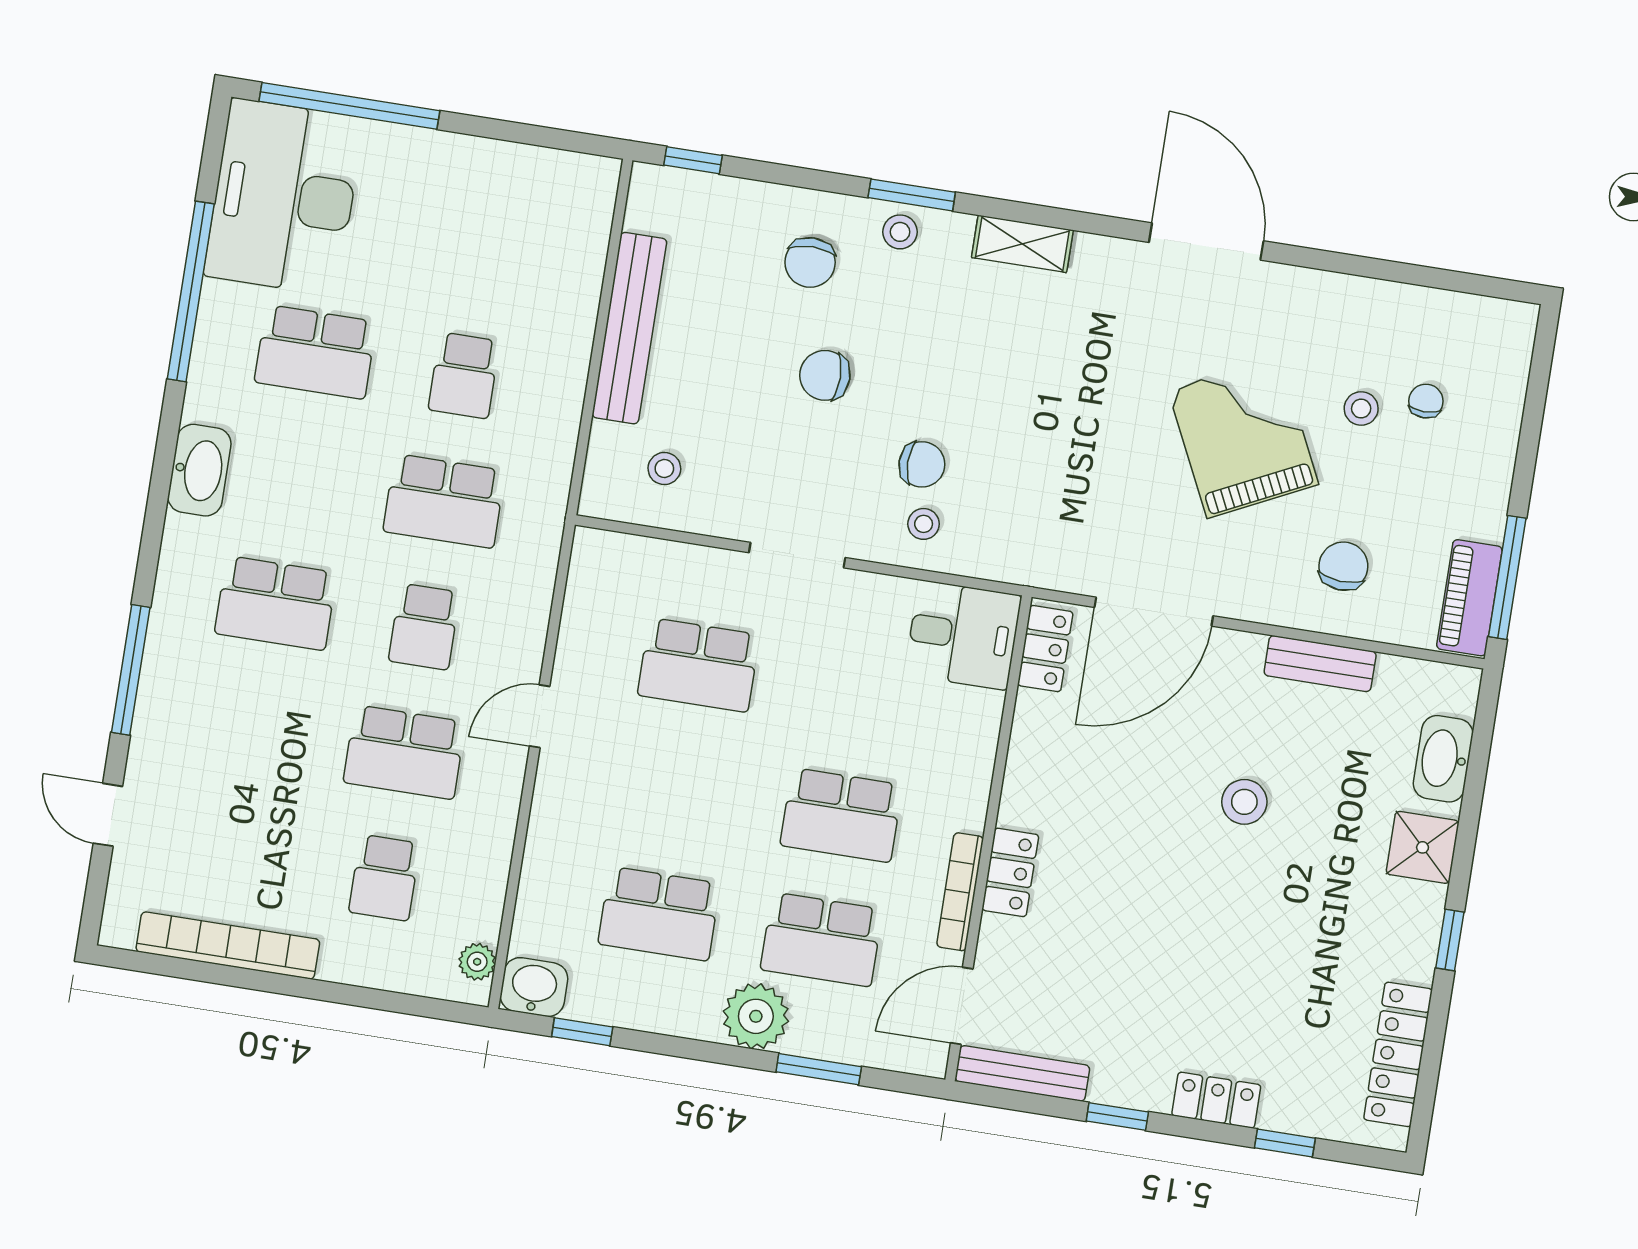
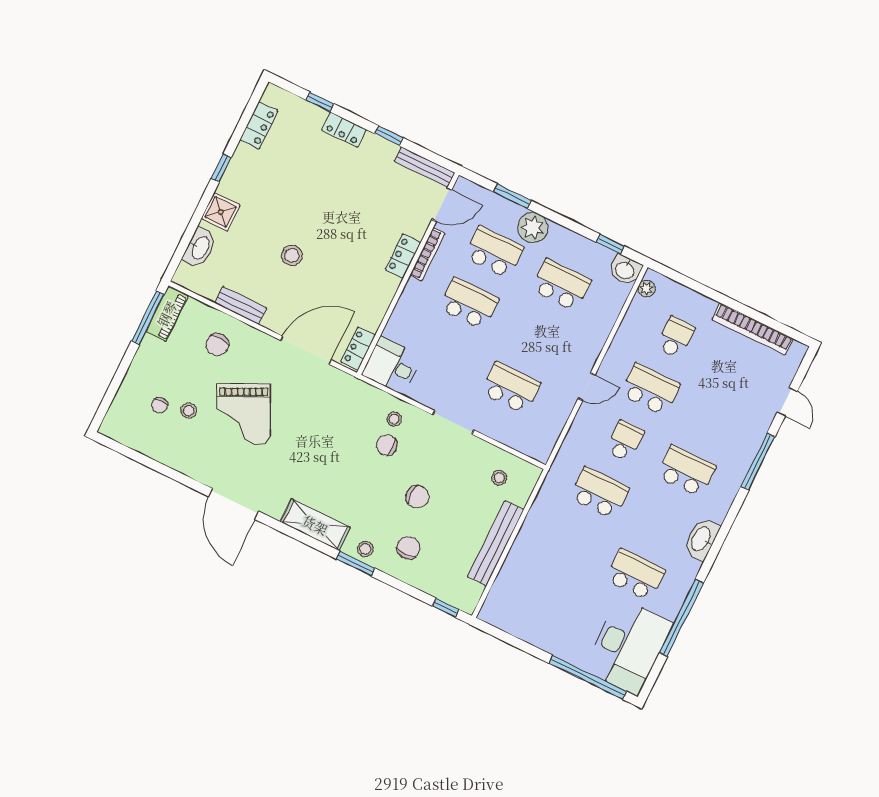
shelving: (1022, 244) -> (315, 525), width x1.50, depth x1.33
school desk: (464, 375) -> (574, 545), removed
locker: (1398, 1054) -> (259, 125), width x0.66

